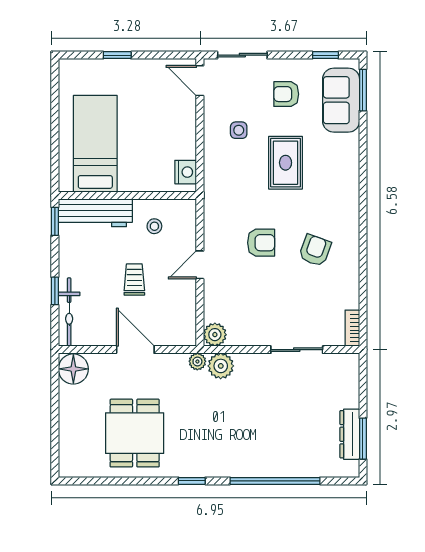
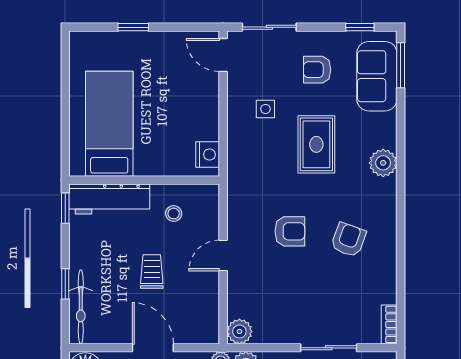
plant: (347, 180) -> (383, 163), added

